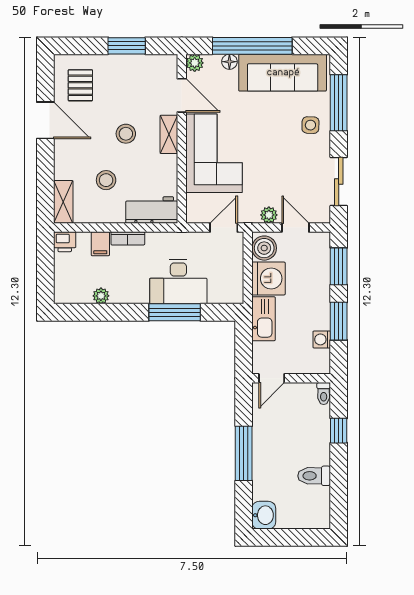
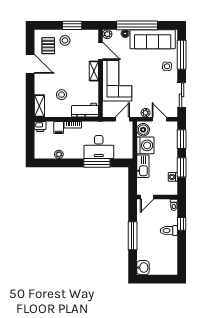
stool: (126, 134) -> (65, 40), moved
toilet: (314, 476) -> (169, 231), moved

